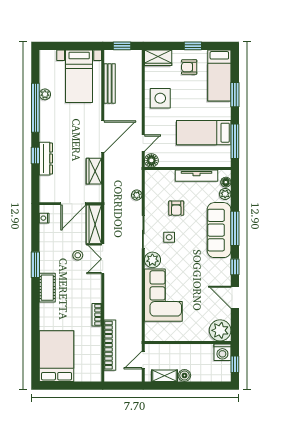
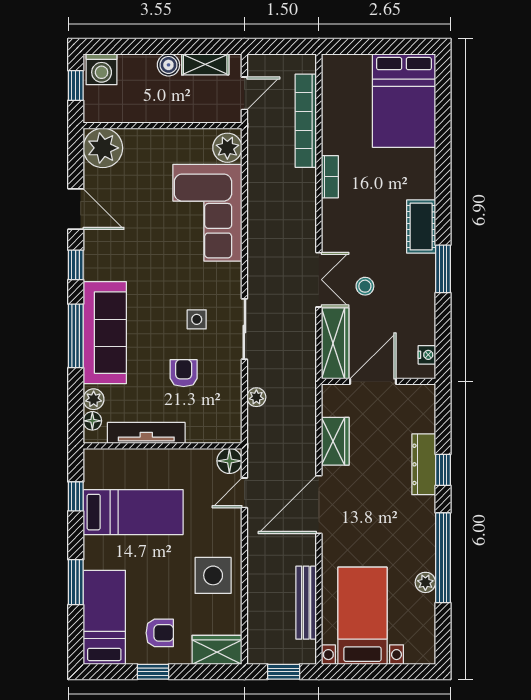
window: (235, 141) -> (76, 496), width x0.46
plant: (152, 260) -> (227, 148), moved
washing machine: (222, 352) -> (102, 69), moved, turned 180

